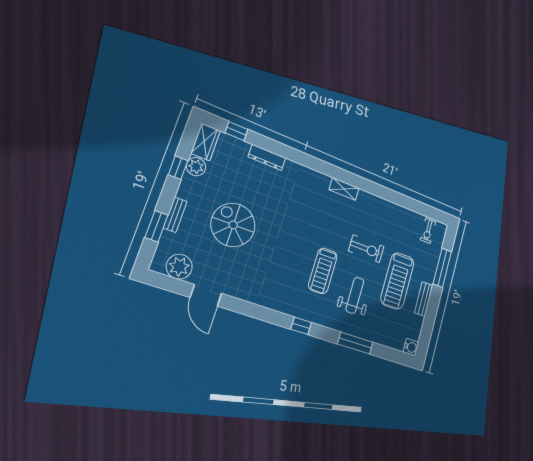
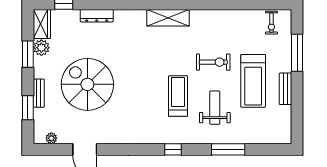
window: (178, 168) -> (28, 54), width x1.50
shelving: (344, 189) -> (168, 18), width x1.50, depth x1.33
spiral stairs: (233, 225) -> (87, 84), width x1.37, depth x1.37
plant: (179, 267) -> (51, 138), width x0.53, depth x0.53
treadmill: (323, 271) -> (178, 96), turned 180
water cooler: (411, 347) -> (285, 137), removed

